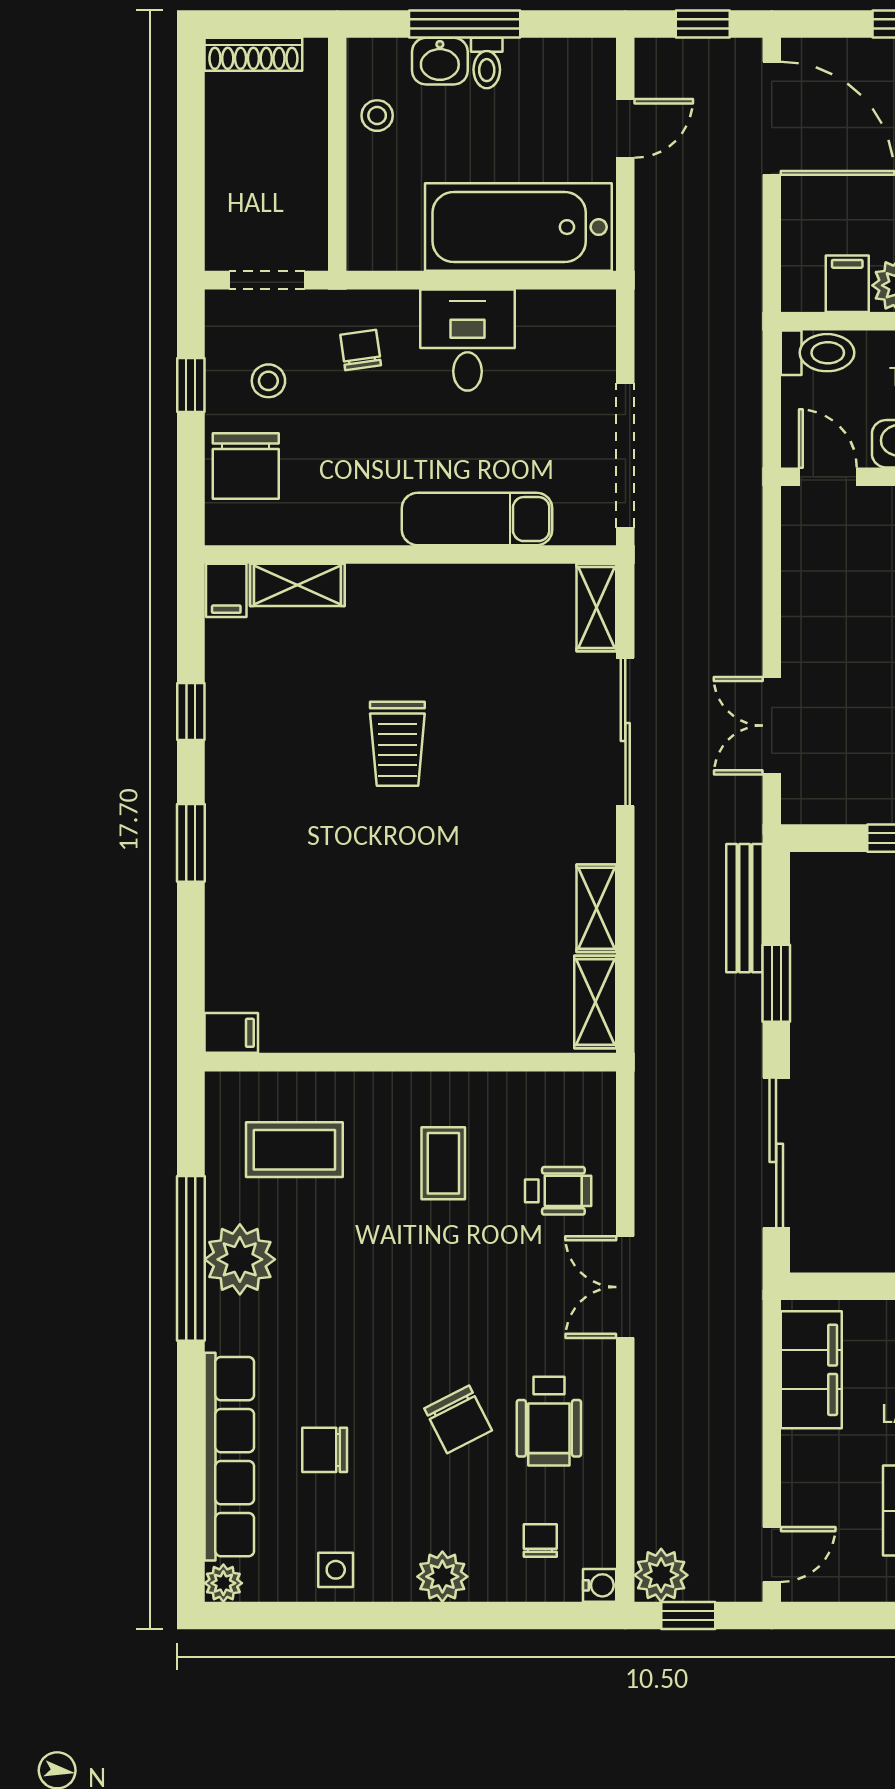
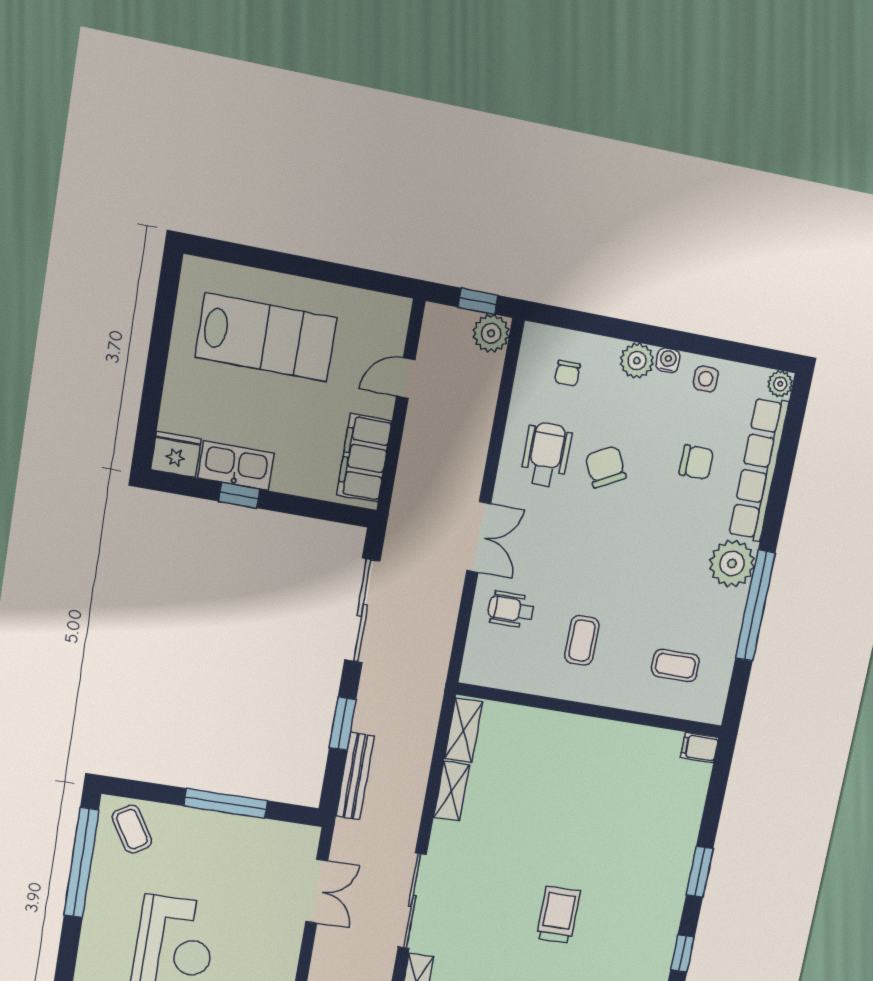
coffee table: (294, 1150) -> (675, 665), width x0.73, depth x0.77
plant: (240, 1259) -> (732, 563), moved
door: (772, 1554) -> (406, 378), moved
water cooler: (600, 1585) -> (668, 360), moved, turned 90

